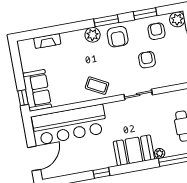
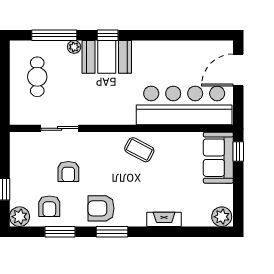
plant: (93, 35) -> (222, 217), moved
armchair: (118, 37) -> (101, 208), turned -90
fireplace: (47, 41) -> (164, 219), moved
sliding door: (138, 95) -> (60, 128), moved
window: (101, 173) -> (108, 35), moved

